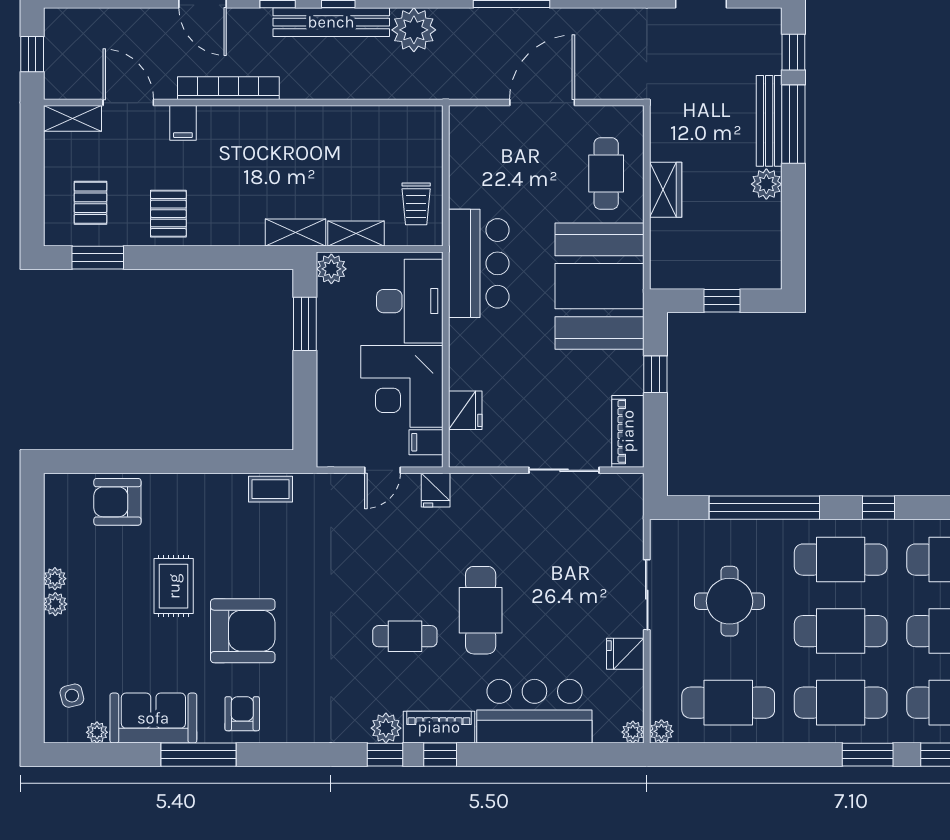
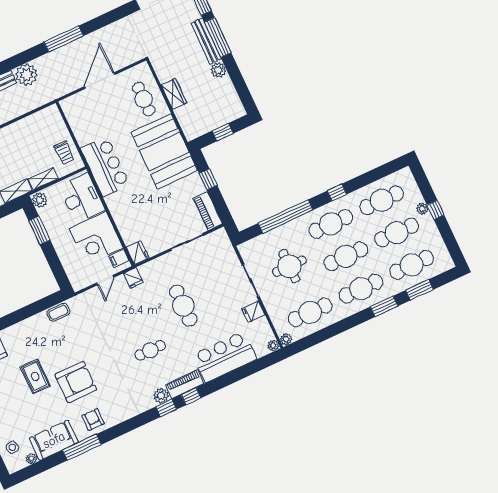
fridge: (465, 410) -> (138, 253), moved
cafe table: (481, 610) -> (183, 306), moved

